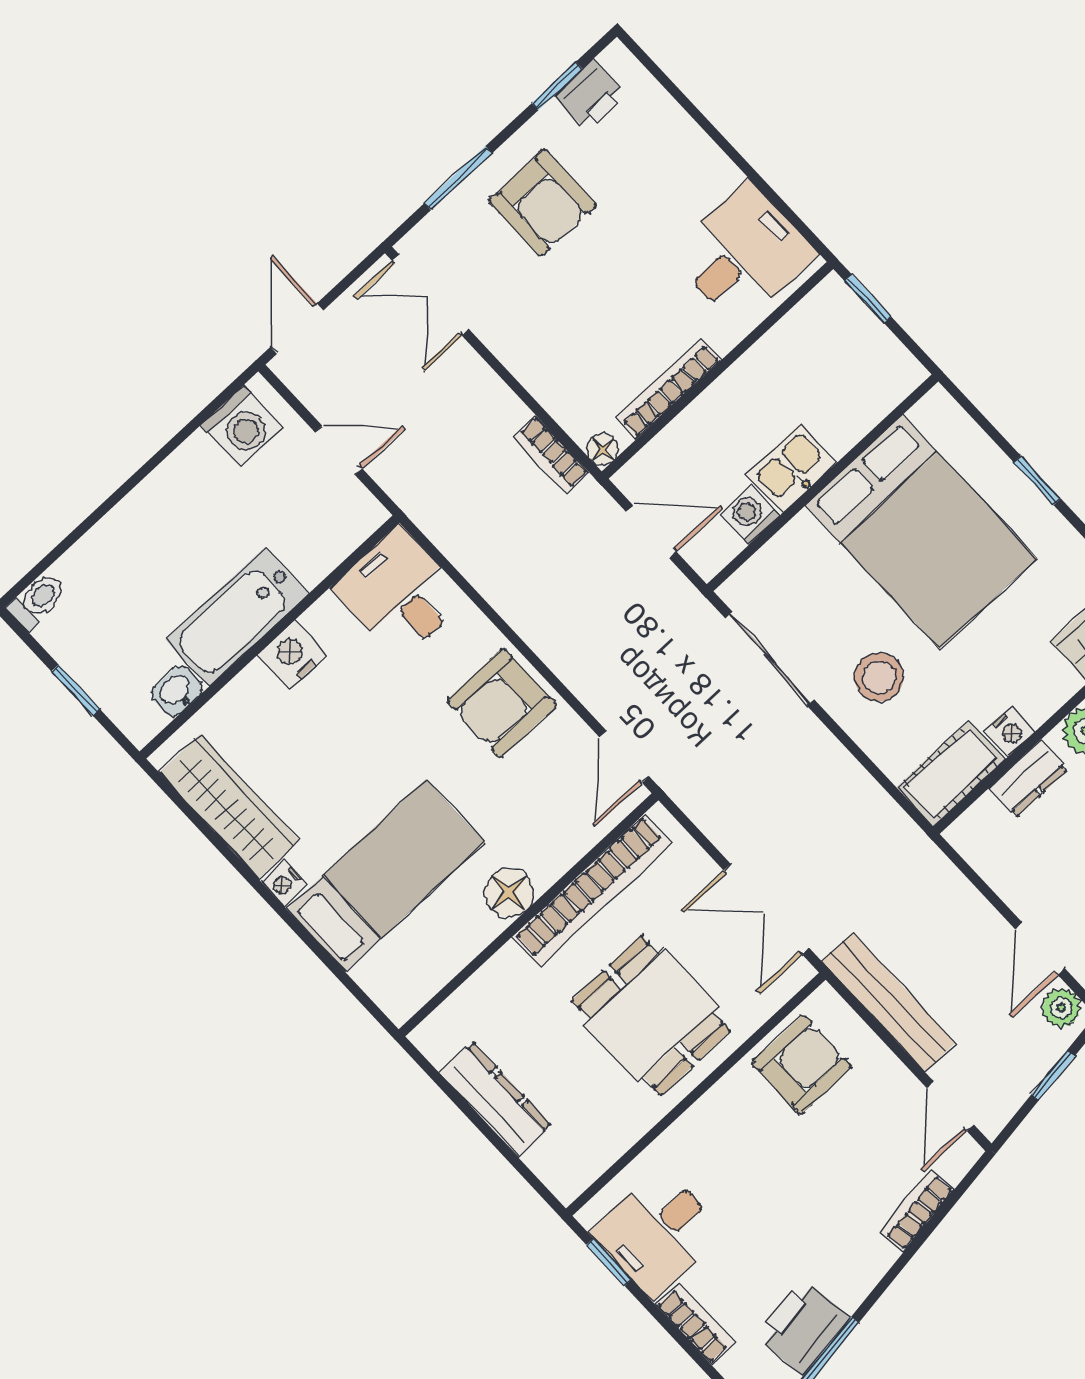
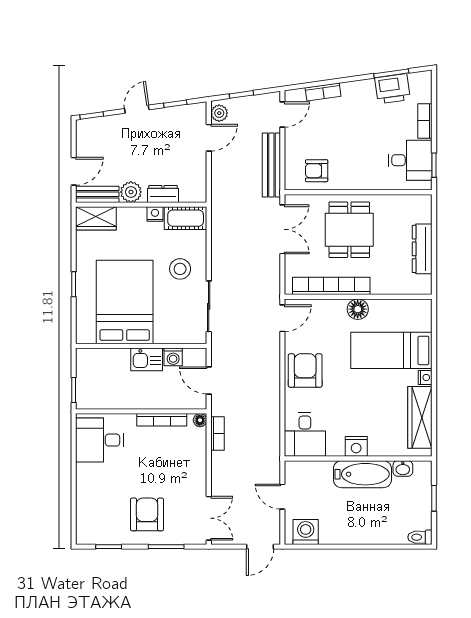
printer: (590, 95) -> (101, 534), removed
armchair: (502, 703) -> (305, 370), turned -90
armchair: (802, 1065) -> (317, 171), width x0.72, depth x0.72

